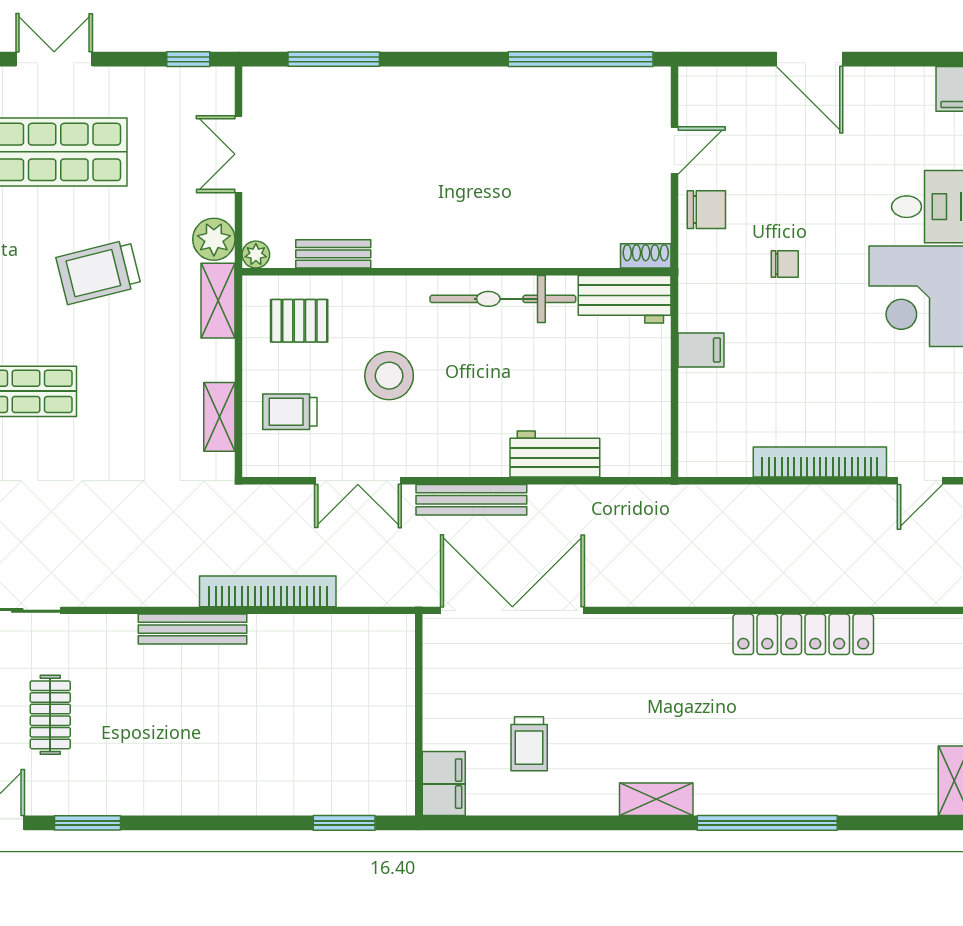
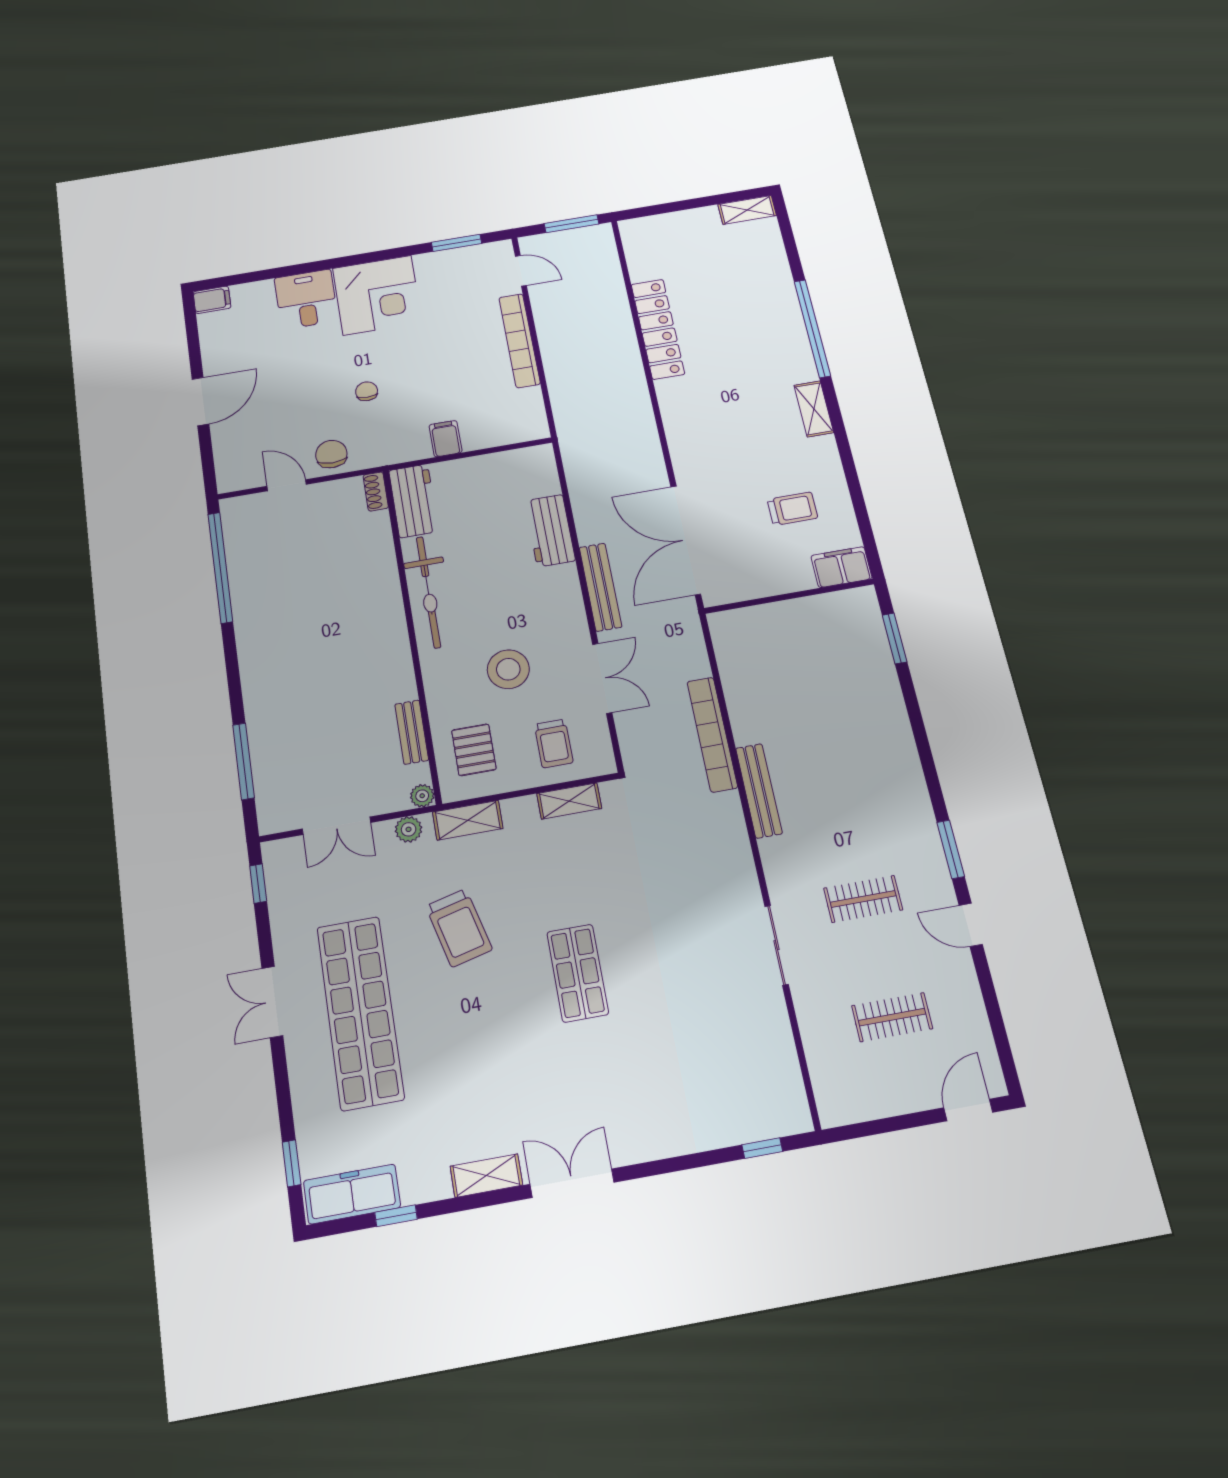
plant: (214, 239) -> (409, 829), width x0.73, depth x0.73

